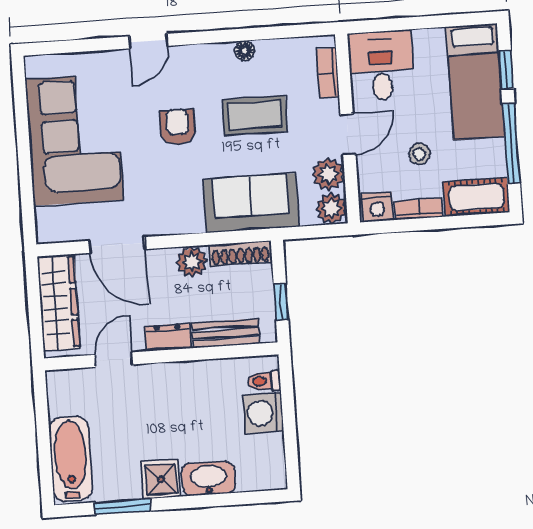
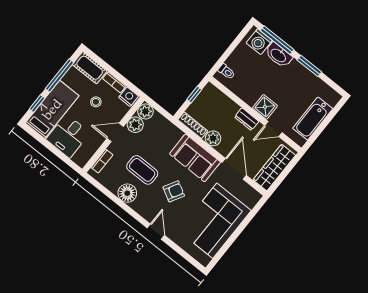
door: (148, 41) -> (156, 232), hinge flipped
floor lamp: (245, 51) -> (127, 193), width x1.89, depth x1.89
desk: (381, 66) -> (68, 136), moved
armchair: (177, 127) -> (174, 191), turned -151
sofa: (251, 203) -> (195, 158), moved
bench: (226, 333) -> (225, 102), removed
washing machine: (263, 413) -> (259, 42), moved, turned 90
bathtub: (71, 459) -> (313, 119), moved
shower: (161, 479) -> (265, 107), moved
window: (231, 499) -> (277, 40), added
window: (123, 507) -> (309, 66), moved

